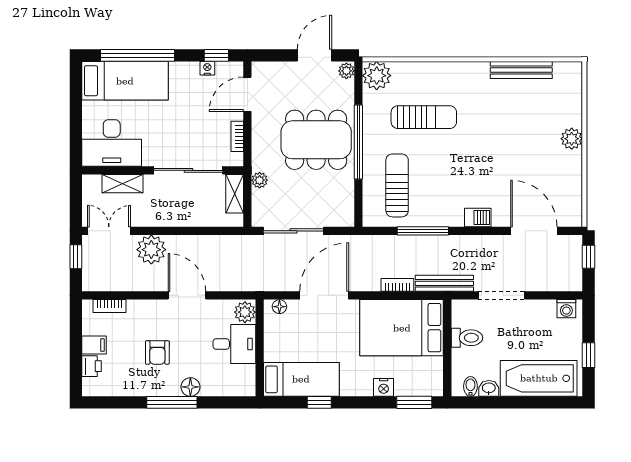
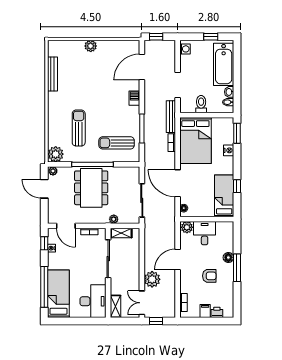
shelving: (122, 184) -> (116, 306), moved

